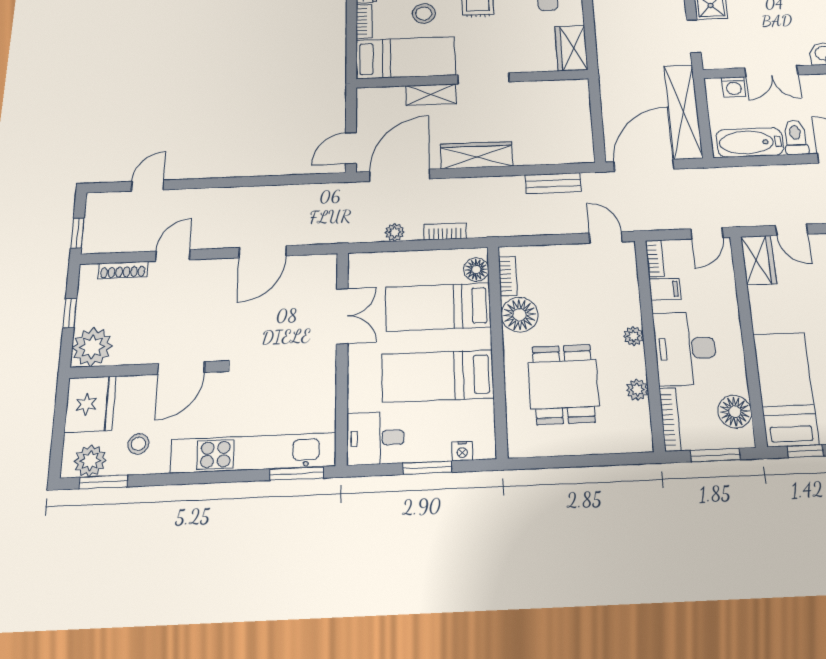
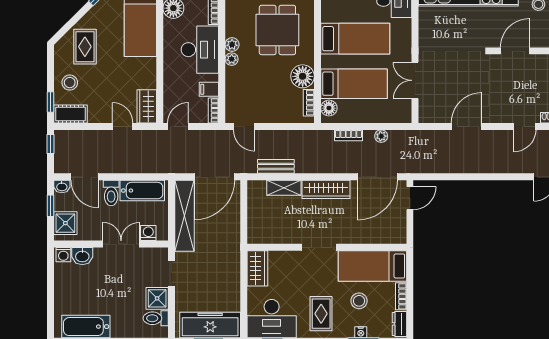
shelving: (431, 95) -> (284, 188), moved
plant: (637, 390) -> (232, 45), moved

